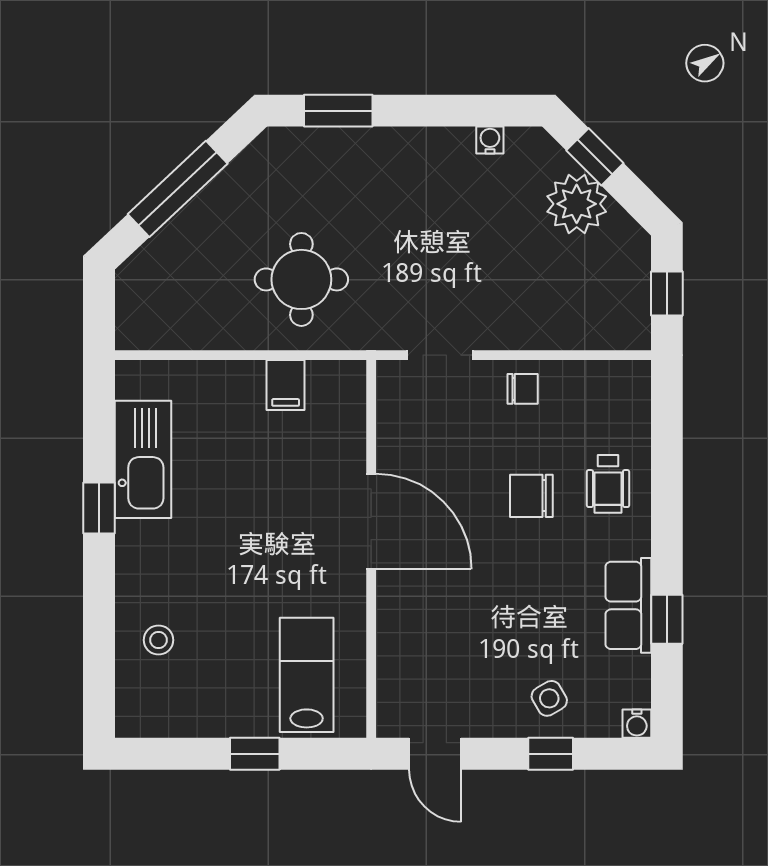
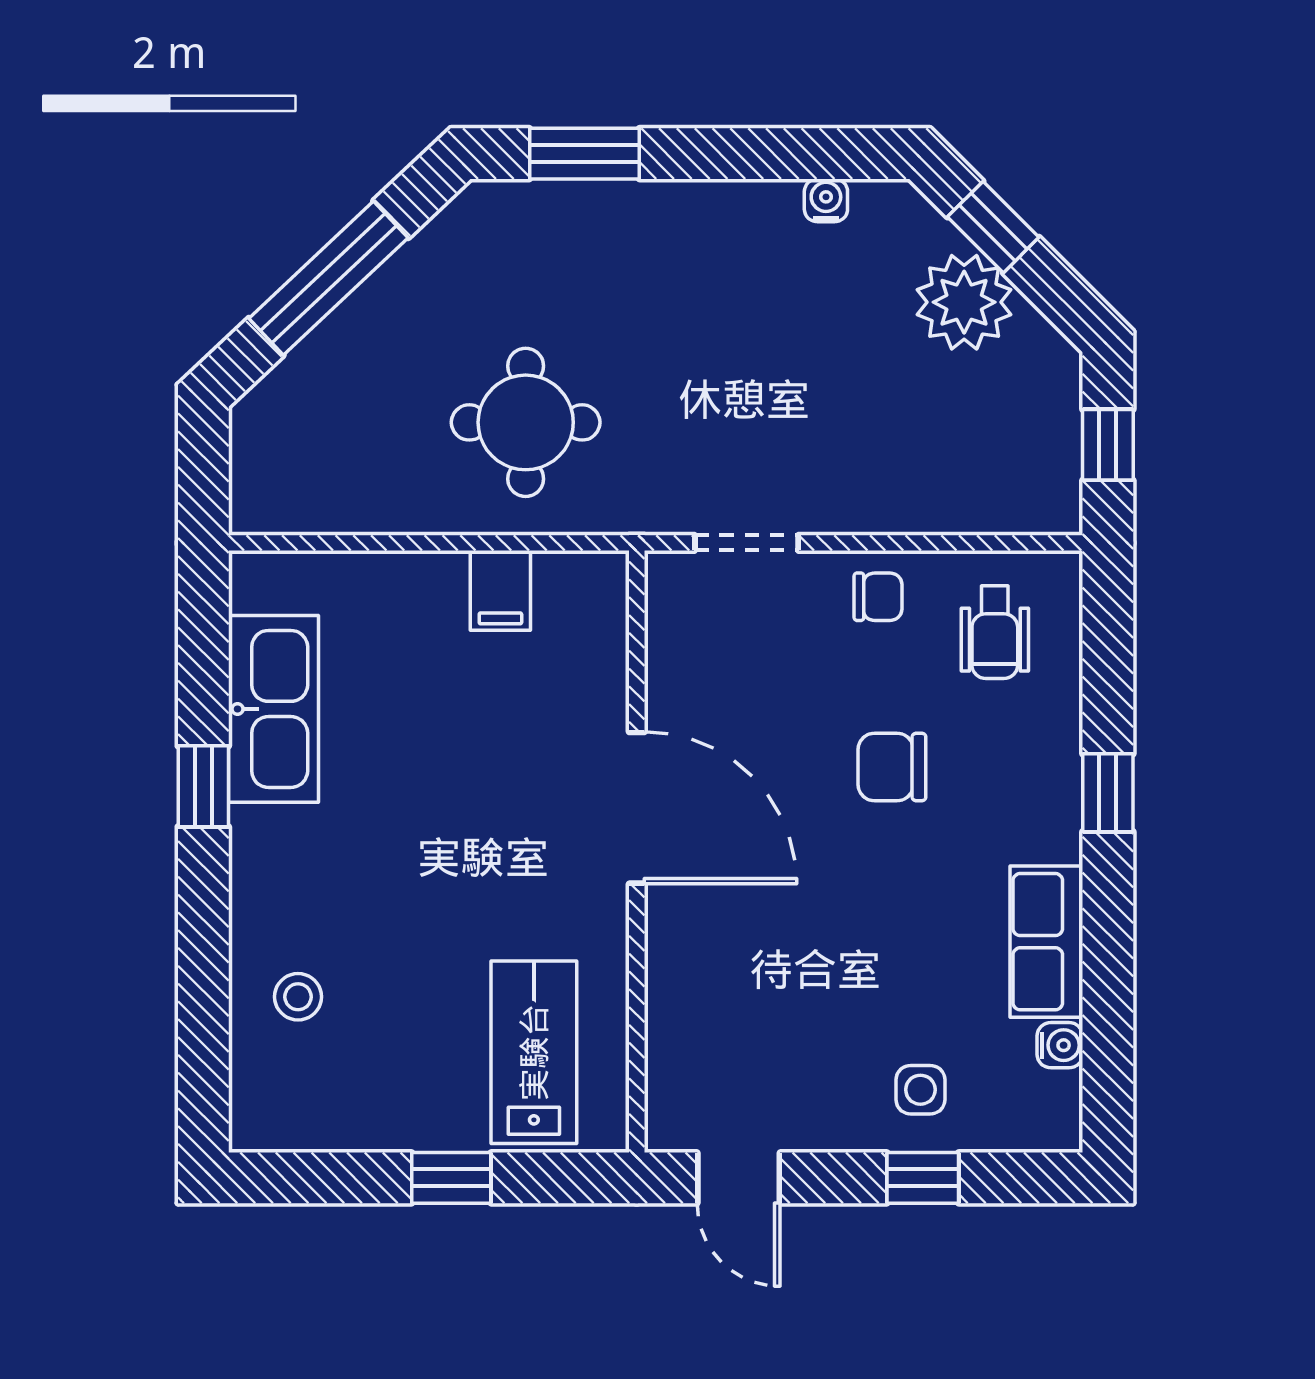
wheelchair: (608, 484) -> (995, 632), moved
window: (667, 619) -> (1108, 793), moved
side table: (549, 698) -> (920, 1090), turned 30
water cooler: (637, 724) -> (1060, 1045), moved, turned -90

